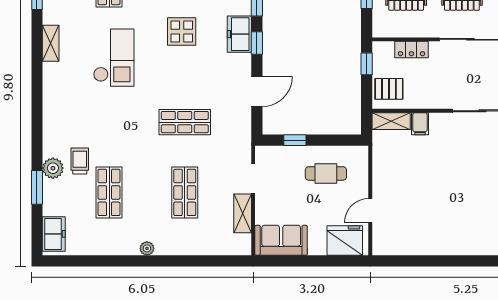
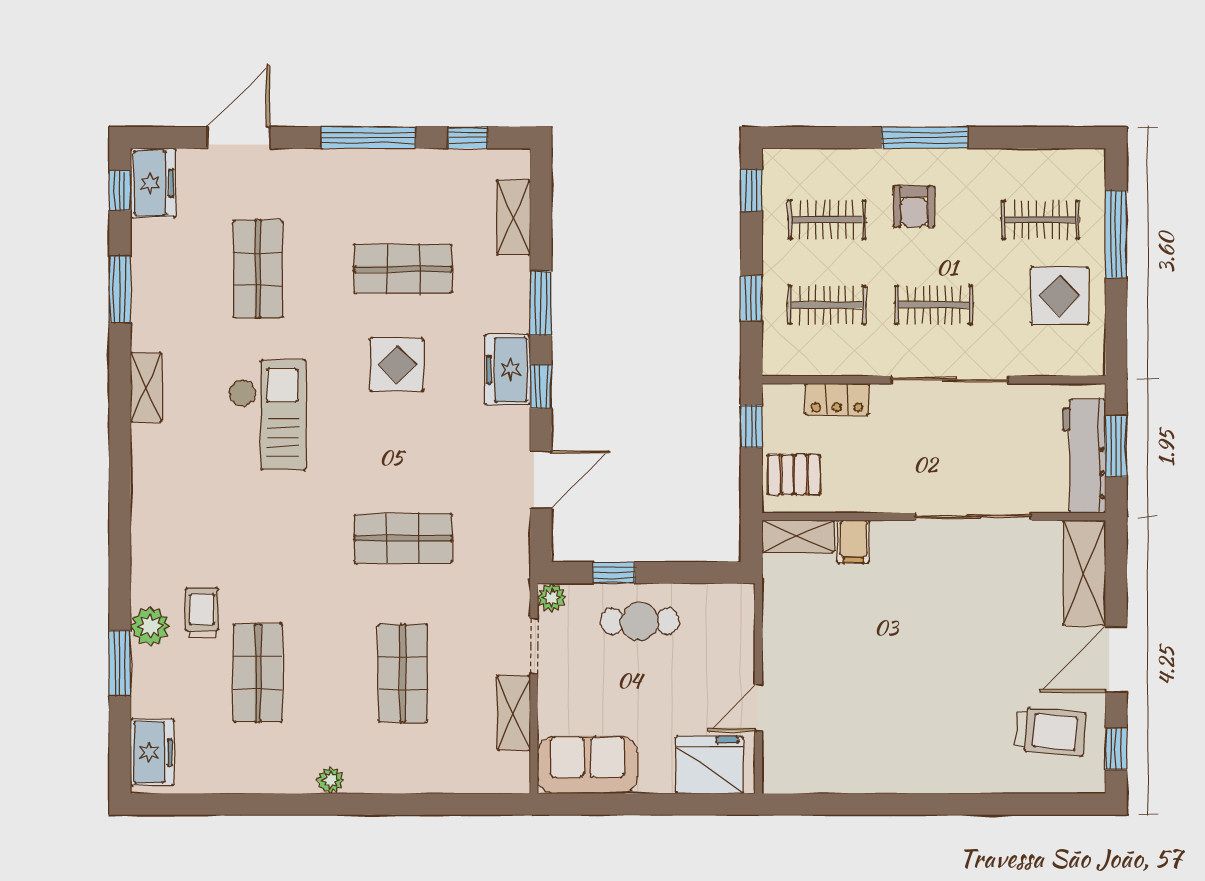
plant: (262, 153) -> (552, 597), added
cafe table: (326, 173) -> (640, 621), moved

